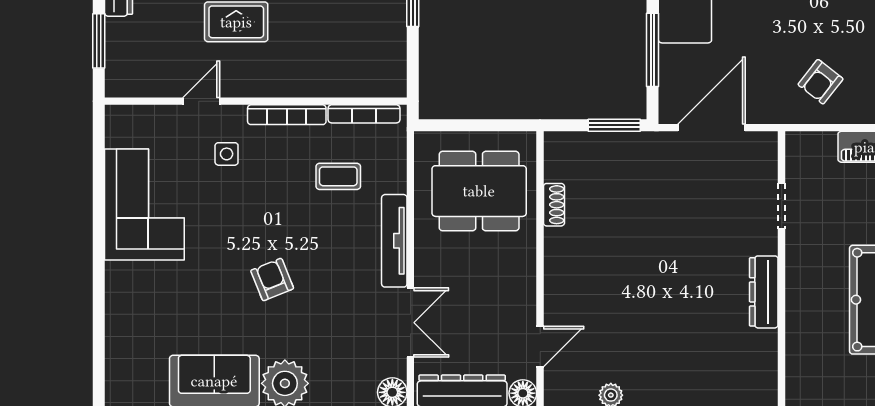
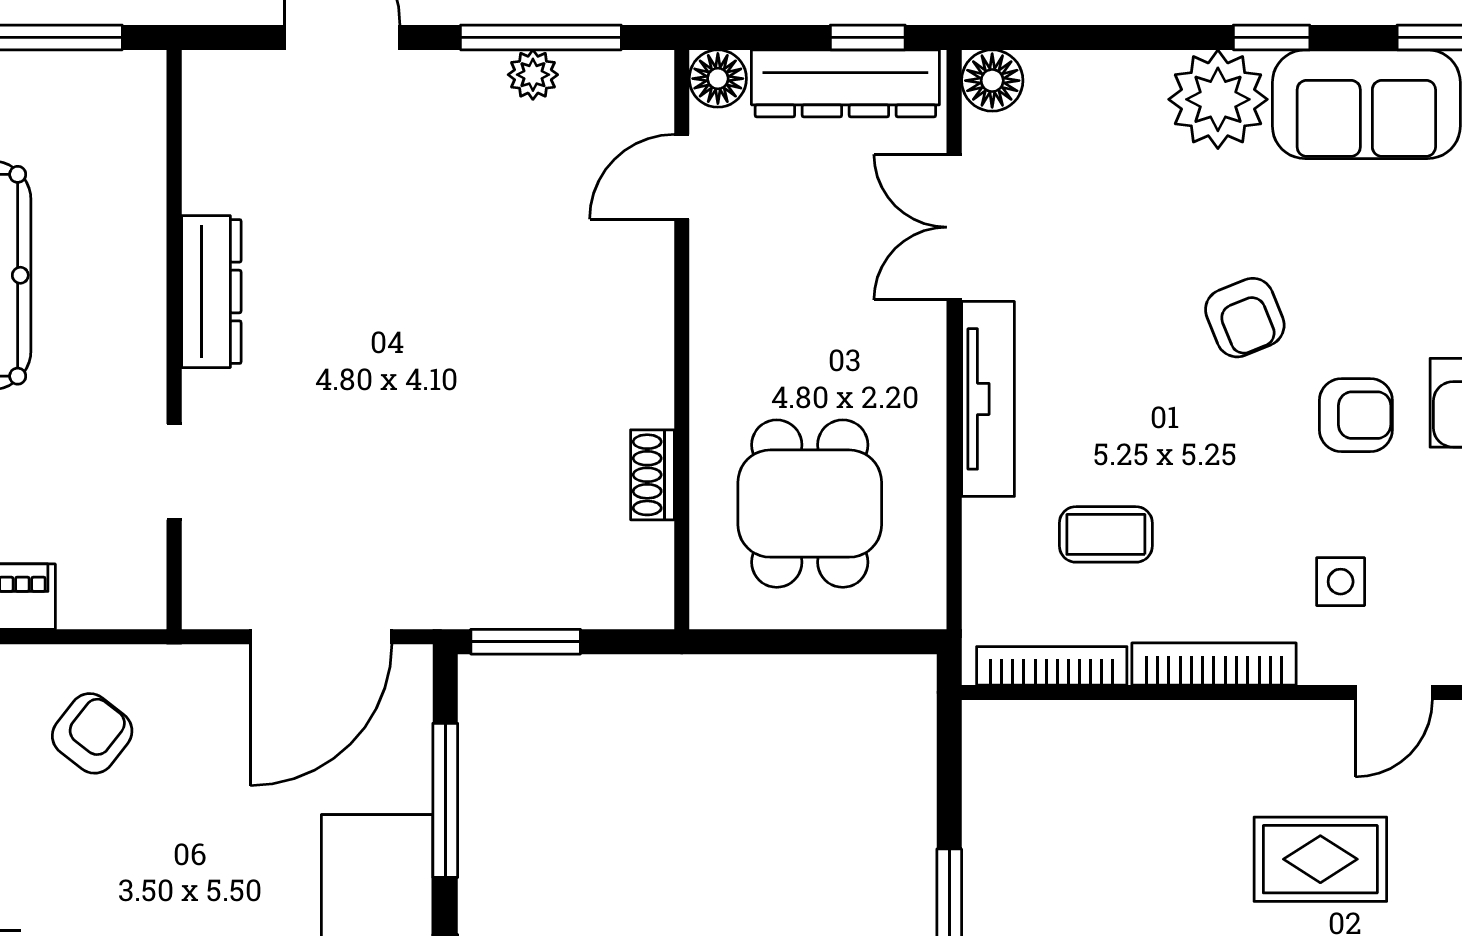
dining table: (479, 191) -> (810, 504), width x0.73
armchair: (219, 233) -> (1356, 415), added

